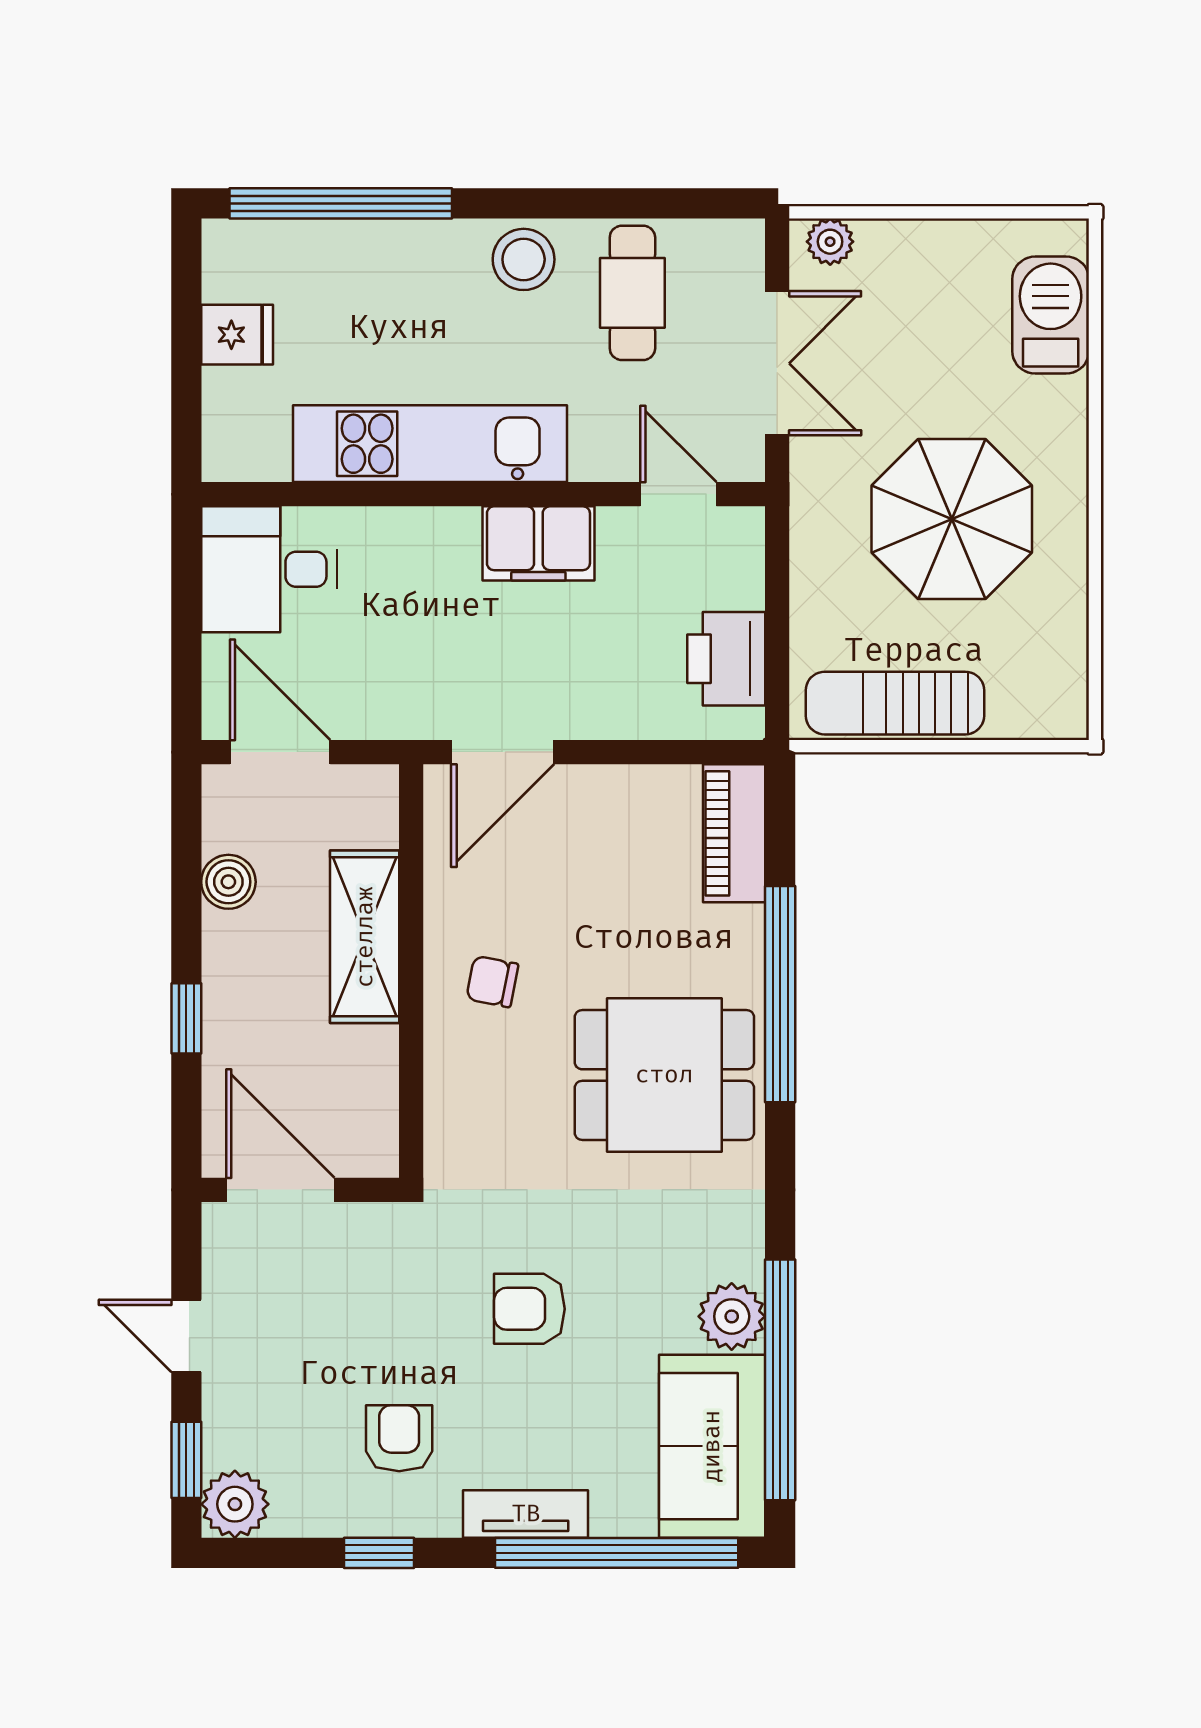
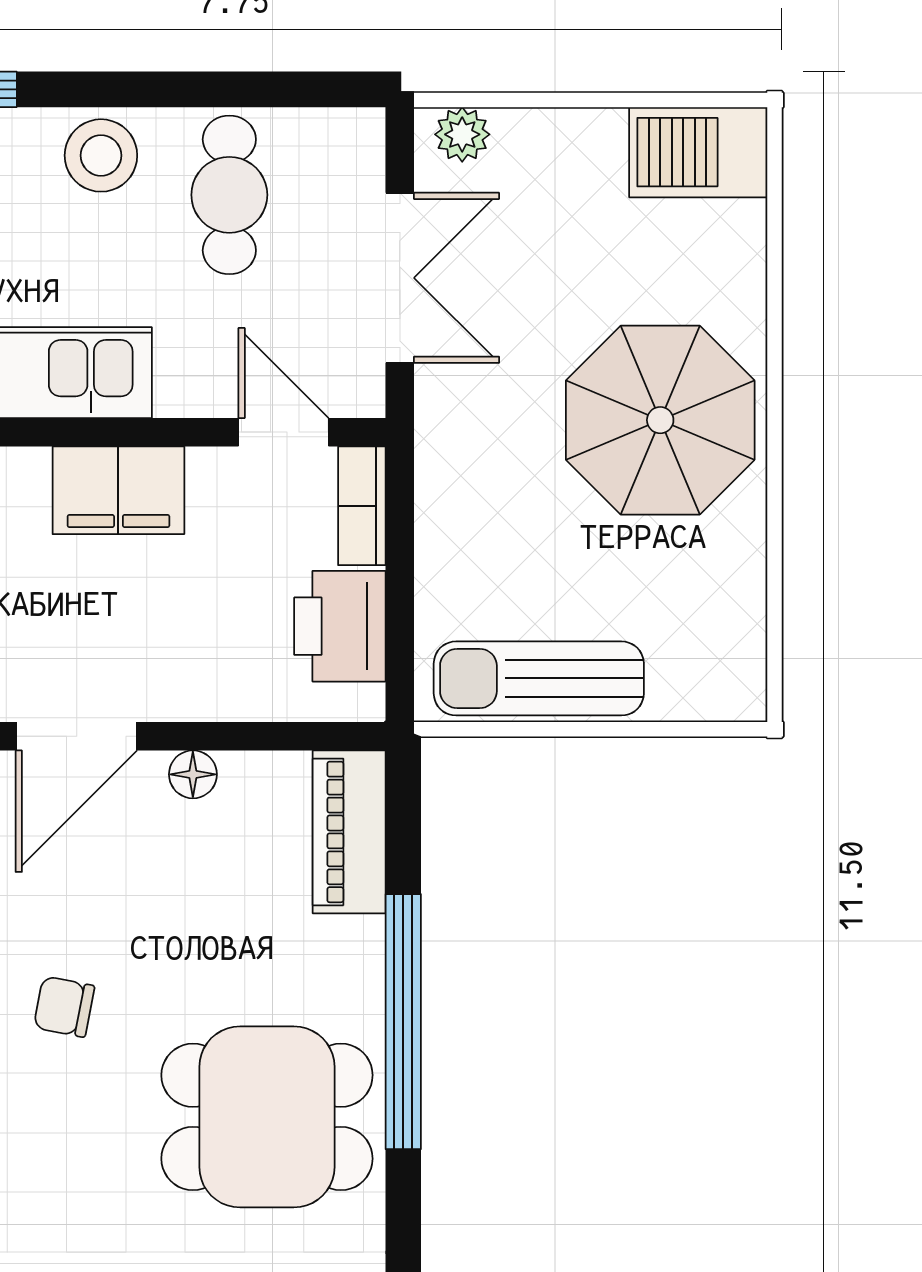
barbecue: (1051, 315) -> (698, 152), moved, turned -90
parasol: (952, 519) -> (660, 420), moved
bookcase: (745, 557) -> (362, 506), added
floor lamp: (602, 784) -> (193, 774), added

